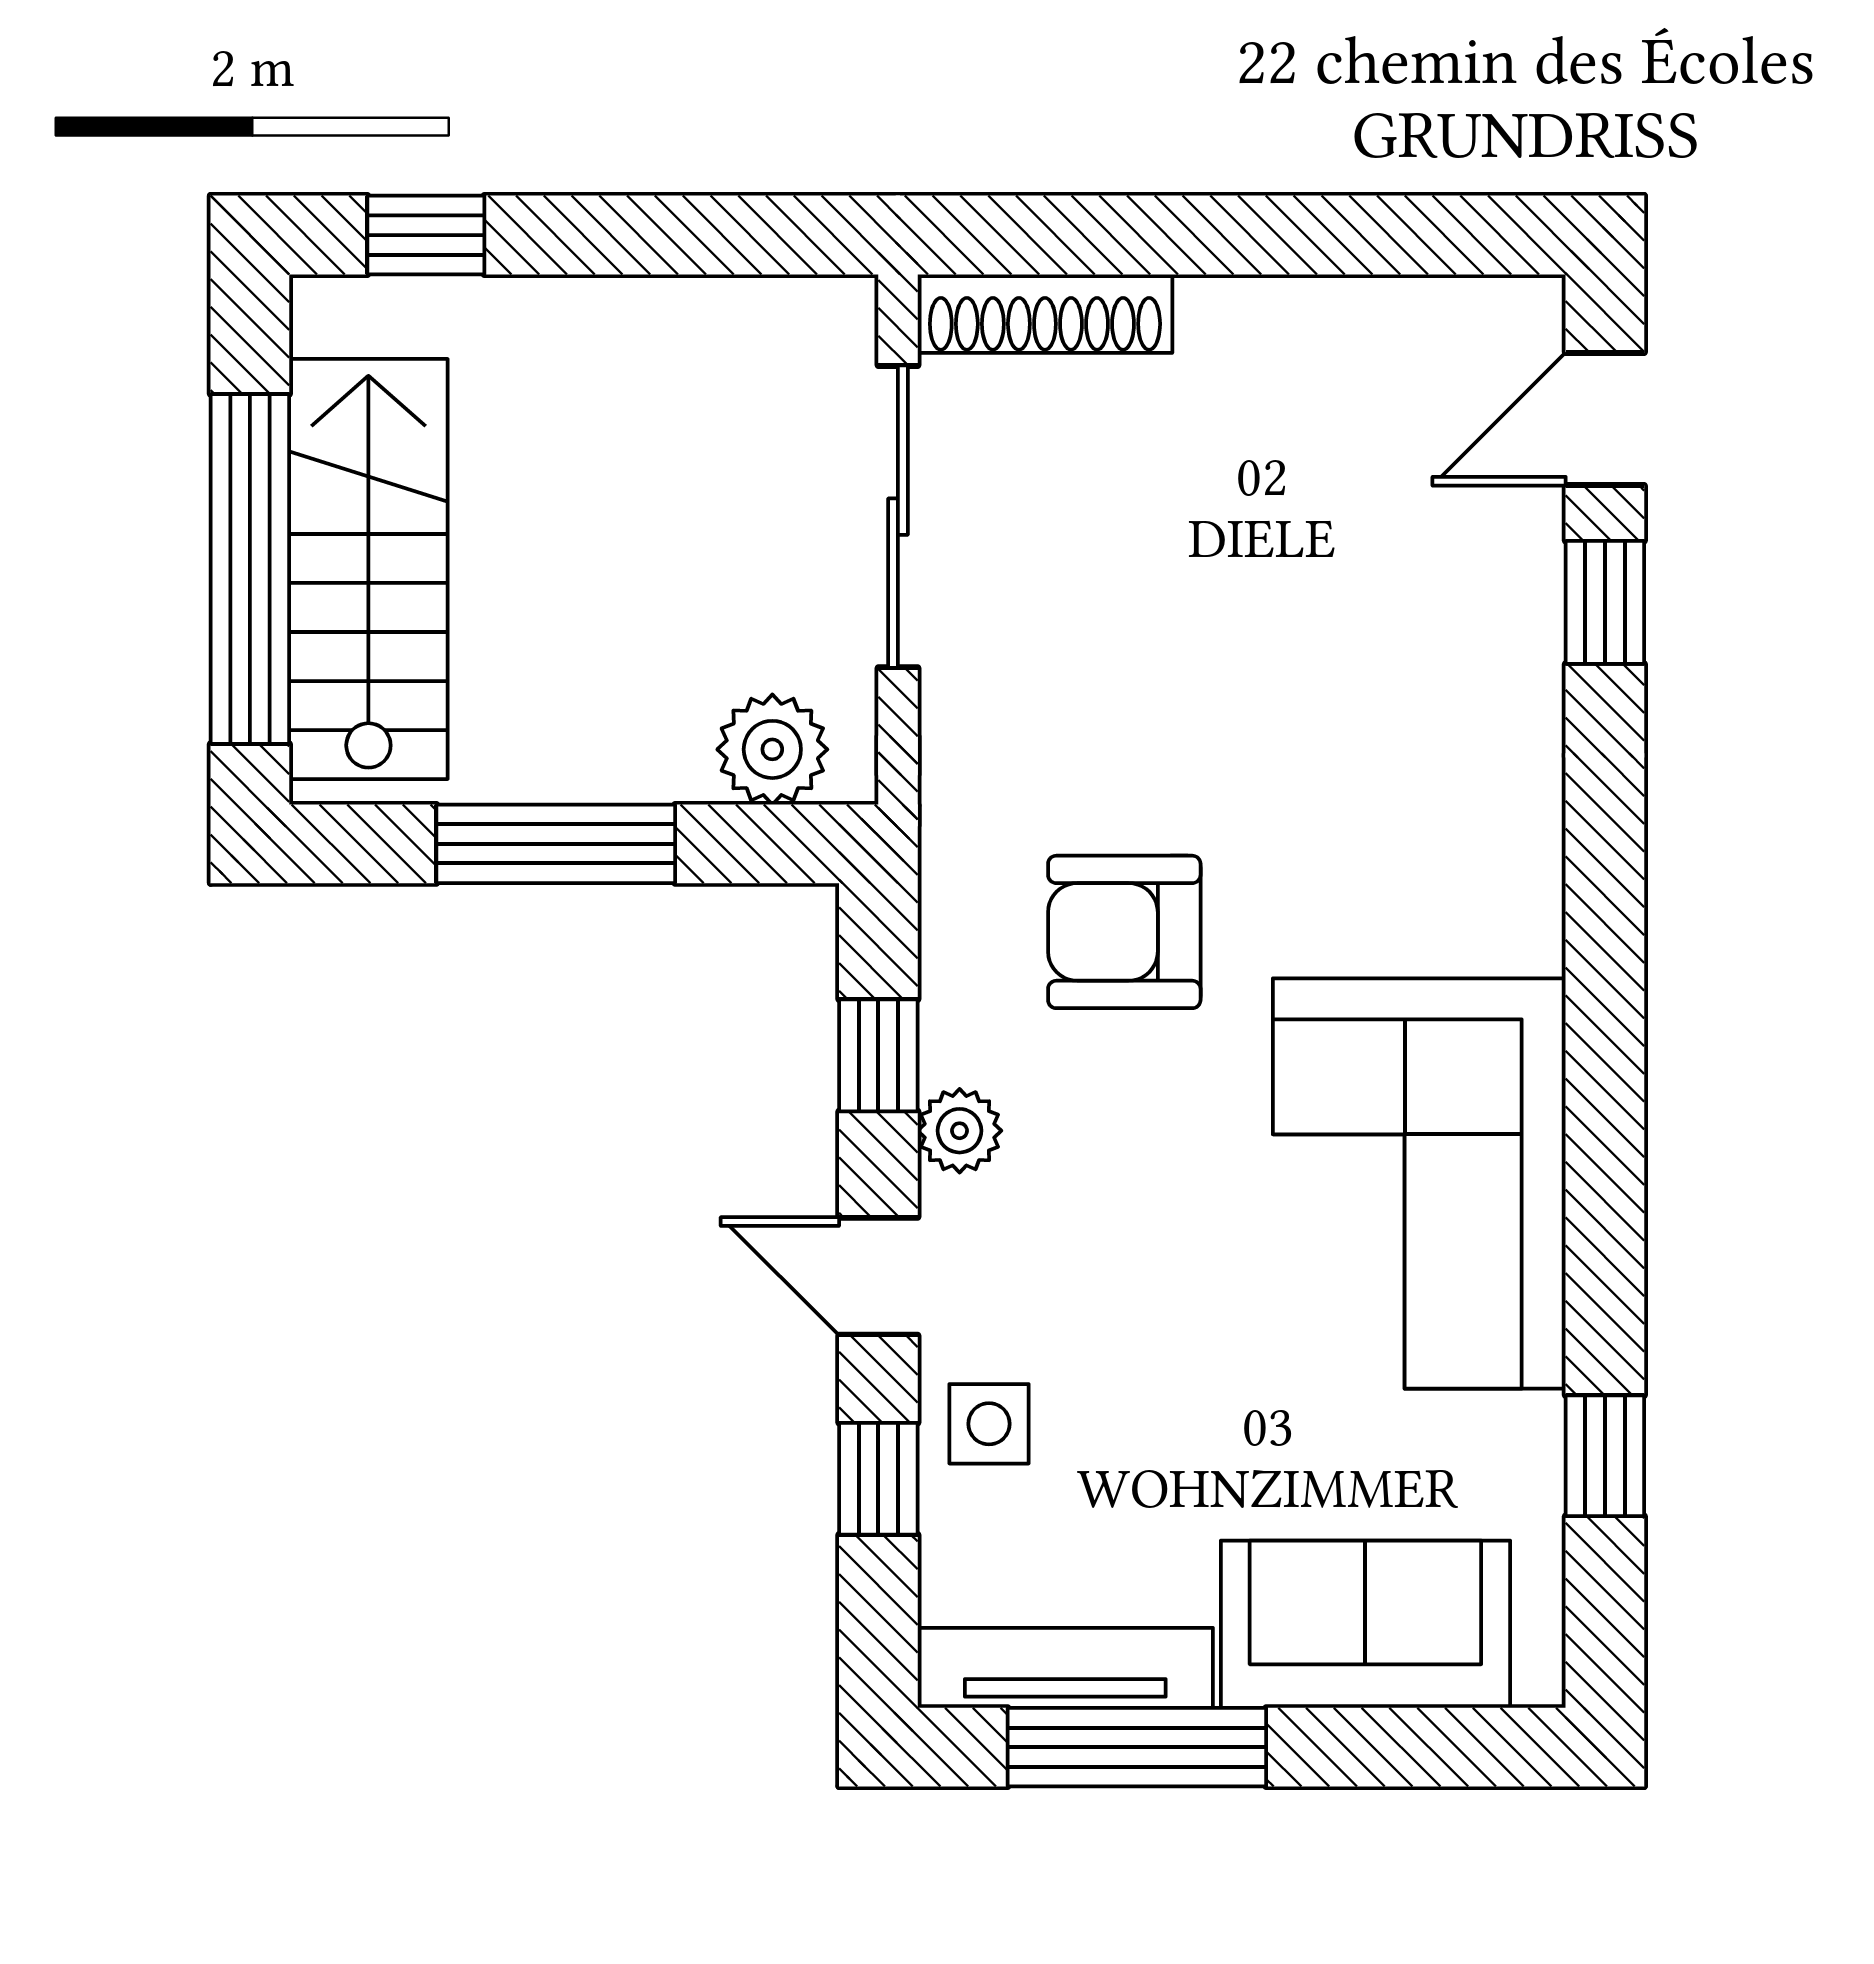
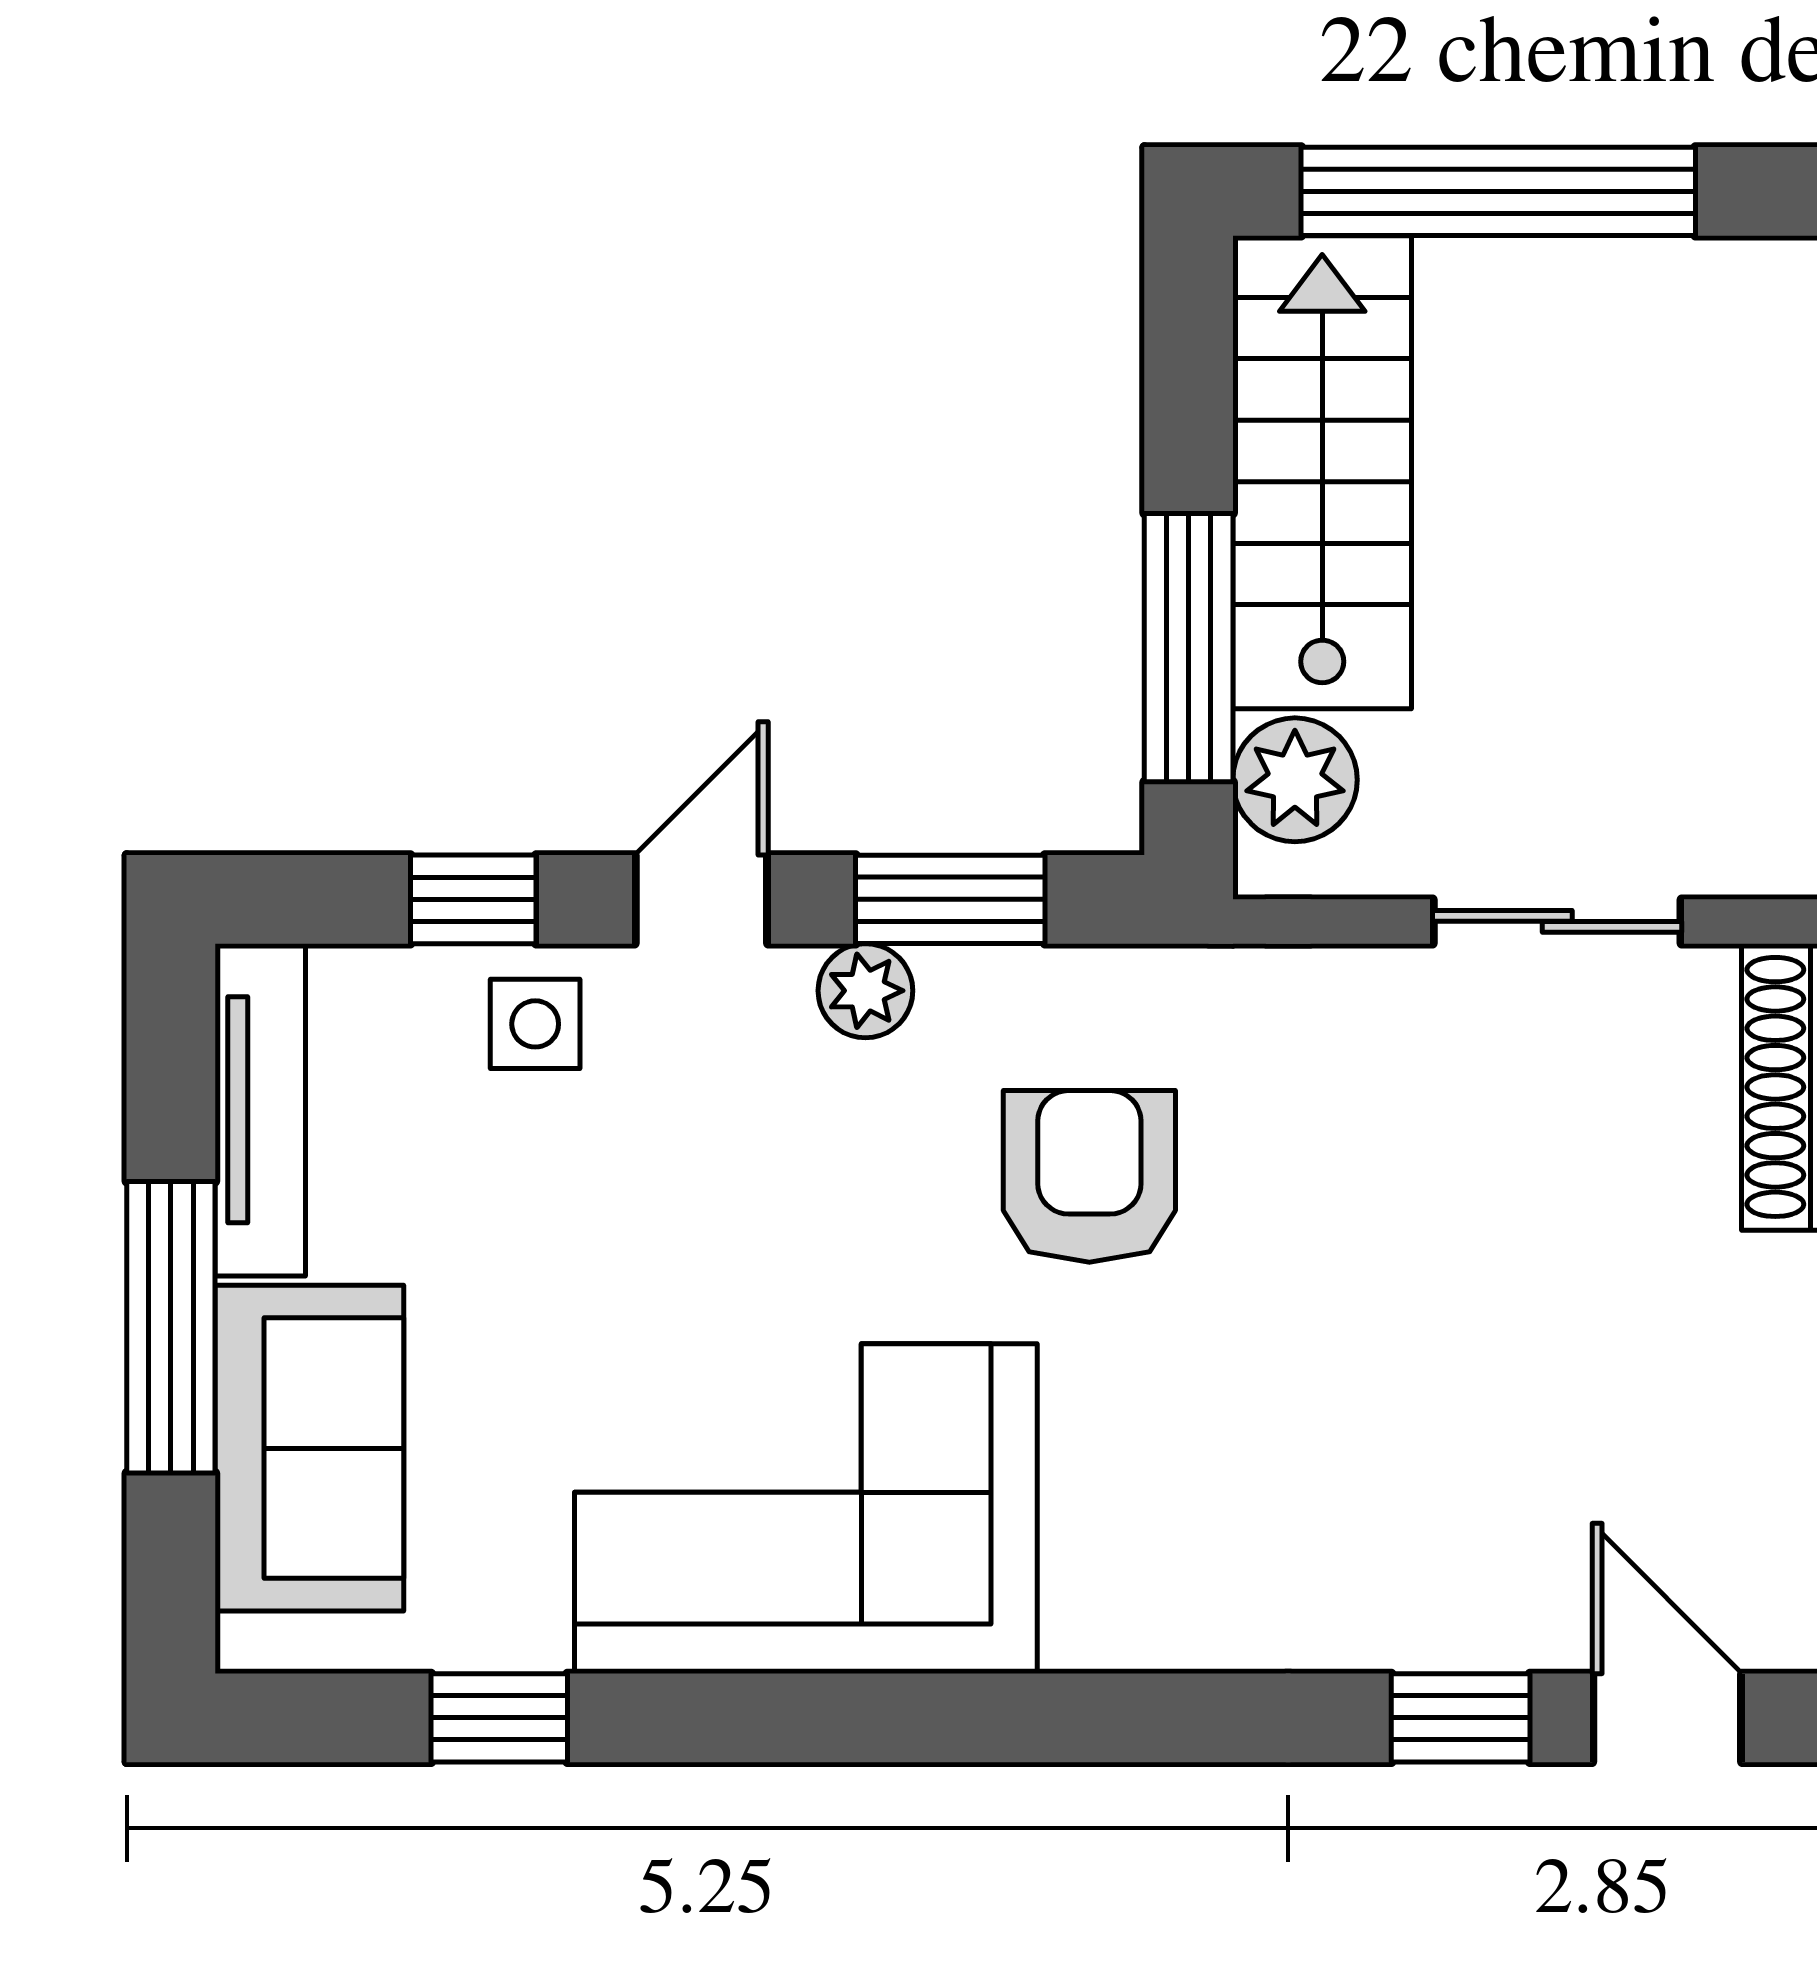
sliding door: (898, 517) -> (1557, 921), width x0.73
stairs: (368, 569) -> (1322, 472), moved, turned -90
window: (556, 844) -> (1189, 648), moved
window: (878, 1055) -> (950, 899), width x1.50
window: (1137, 1747) -> (171, 1327), moved

